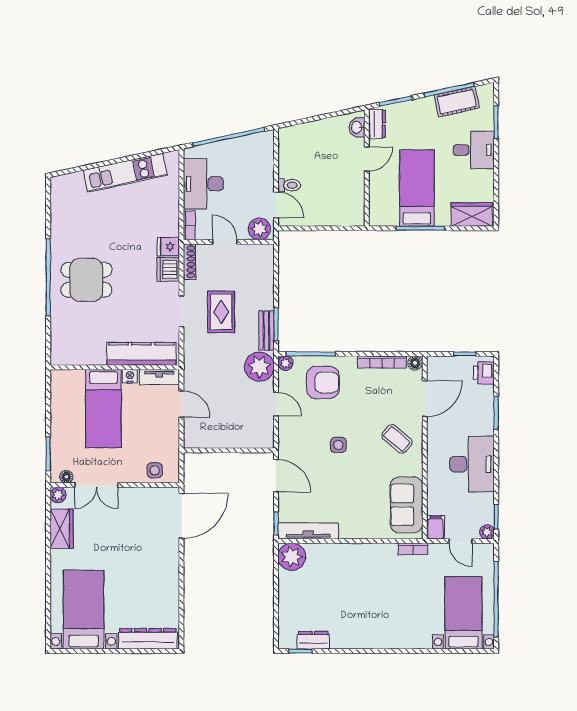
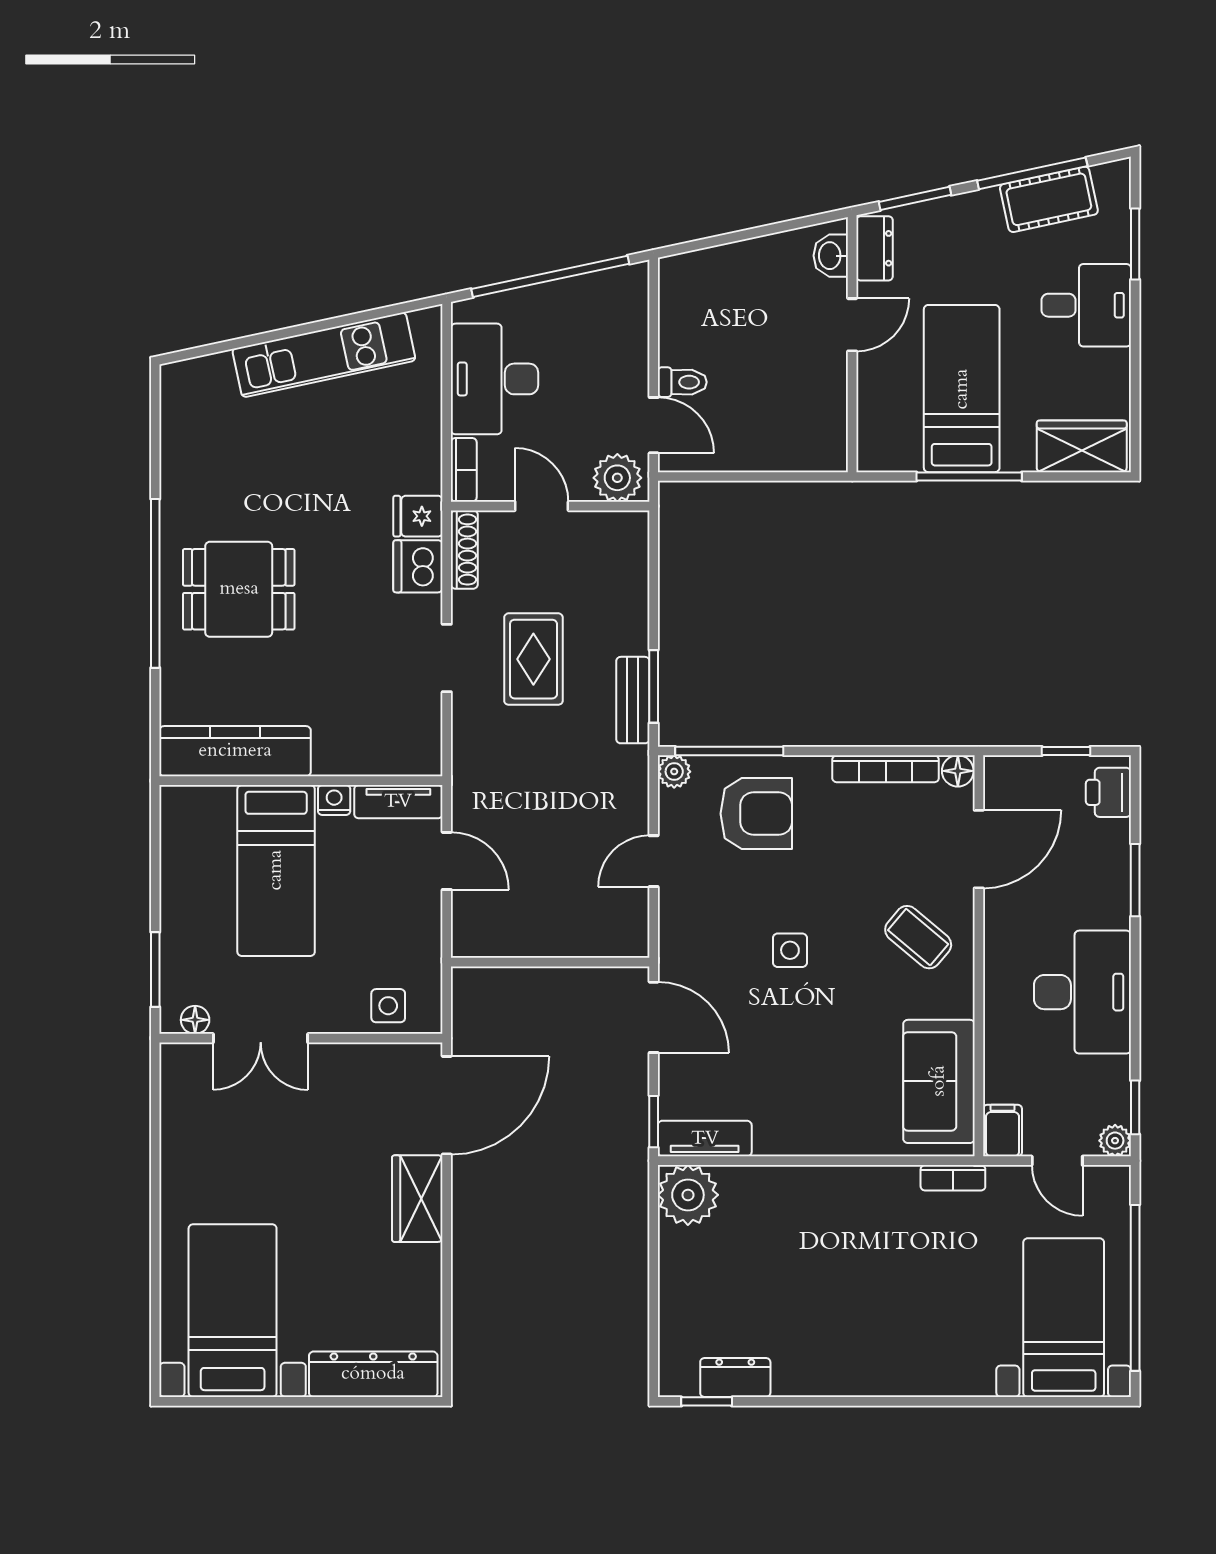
kitchen counter: (141, 354) -> (235, 751), moved
plant: (259, 367) -> (617, 779), removed
door: (276, 404) -> (654, 861), swing flipped
plant: (58, 495) -> (177, 1060), removed
wardrobe: (62, 529) -> (417, 1199), moved, turned 180
tv unit: (308, 531) -> (705, 1139), width x0.71

